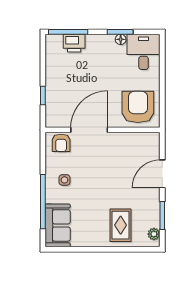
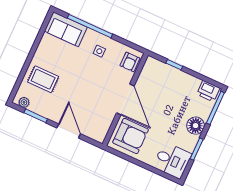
floor lamp: (121, 39) -> (196, 126), moved, width x1.89, depth x1.89
printer: (74, 43) -> (208, 91), moved, turned -90
door: (89, 130) -> (125, 99), moved
armchair: (61, 143) -> (130, 62), turned -90

